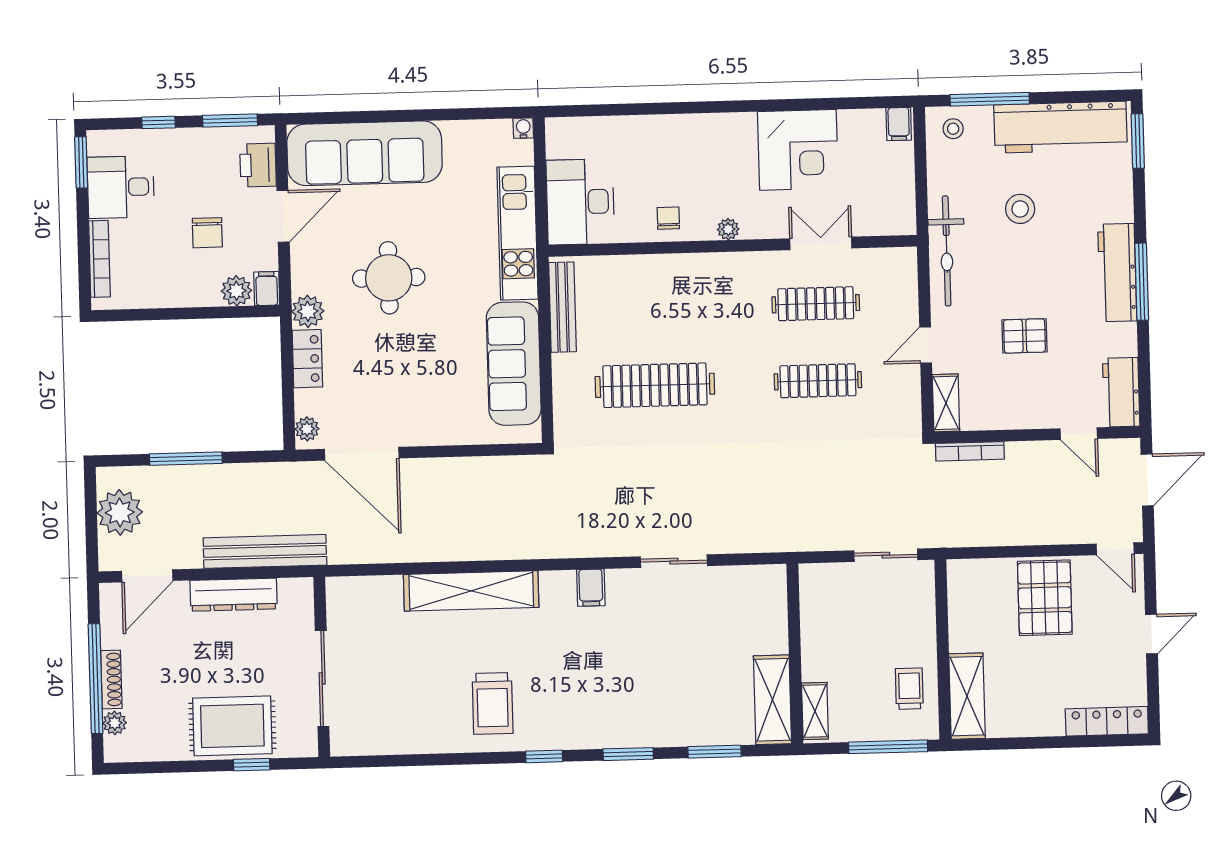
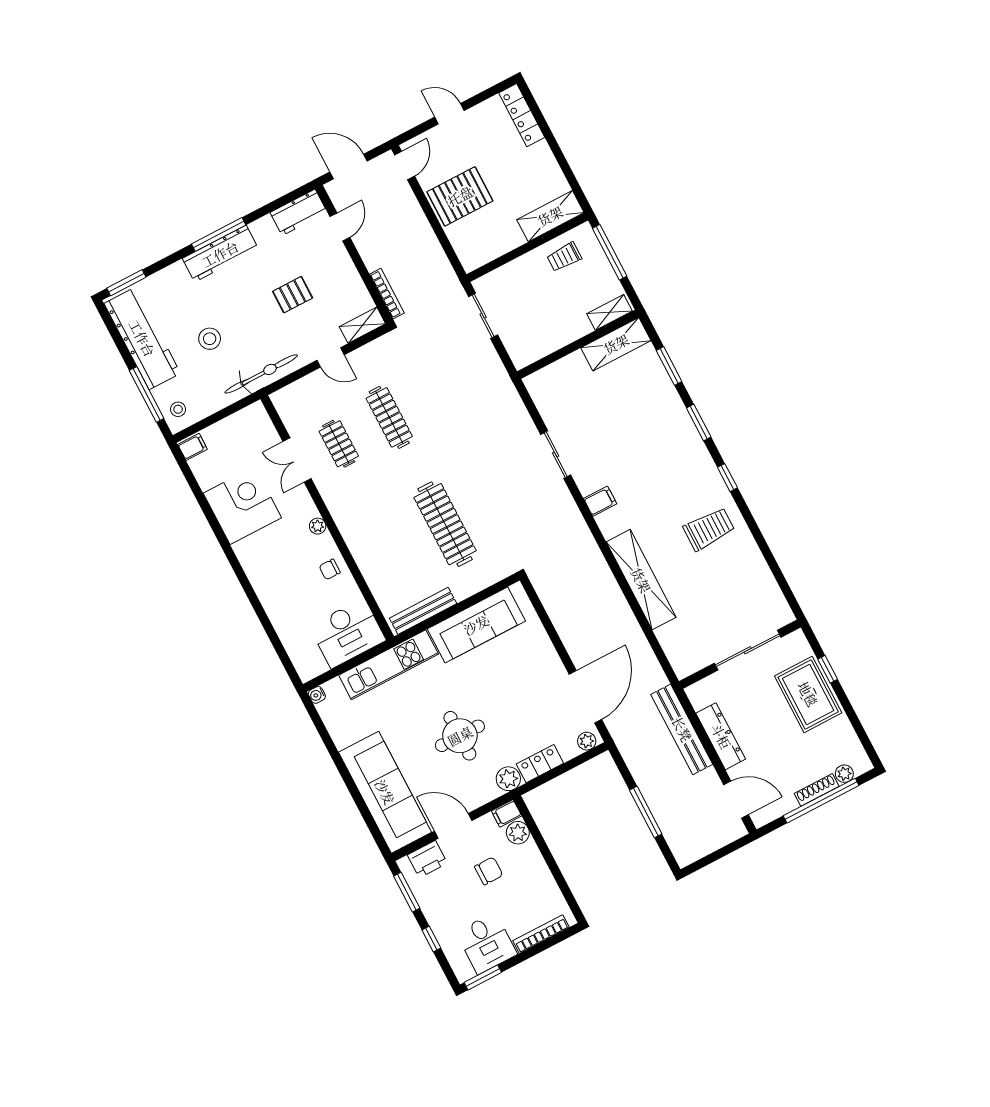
clothes rail: (816, 304) -> (339, 444), width x0.73
pallet: (1024, 336) -> (293, 295), turned 90
plant: (120, 512) -> (703, 838), removed

